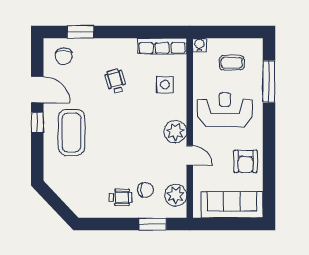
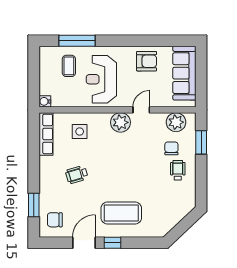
chair: (64, 56) -> (55, 220), turned 180
coffee table: (232, 63) -> (69, 66), moved

